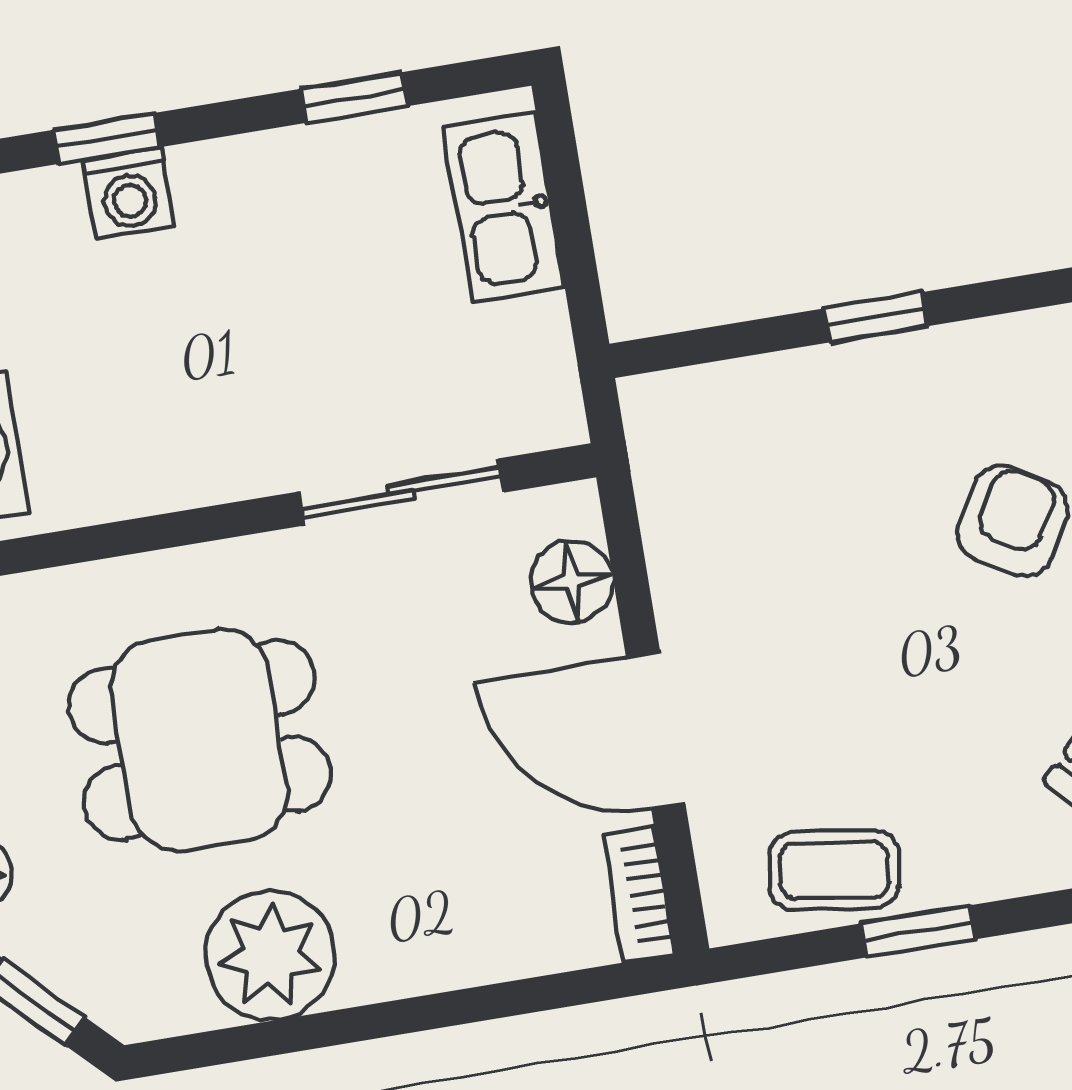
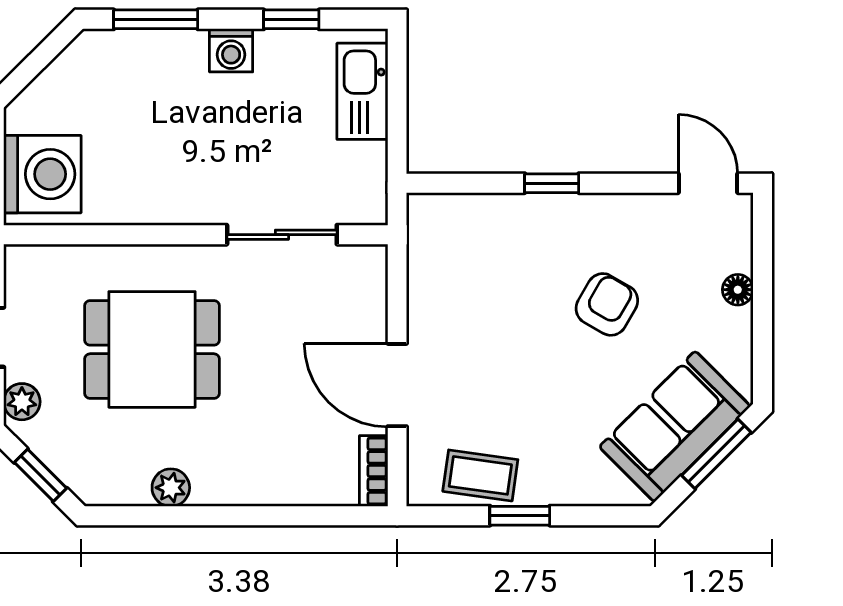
window: (107, 138) -> (156, 19), width x1.50
washing machine: (129, 193) -> (231, 50), moved
floor lamp: (572, 581) -> (365, 298), removed
plant: (270, 955) -> (171, 488), width x0.53, depth x0.53

